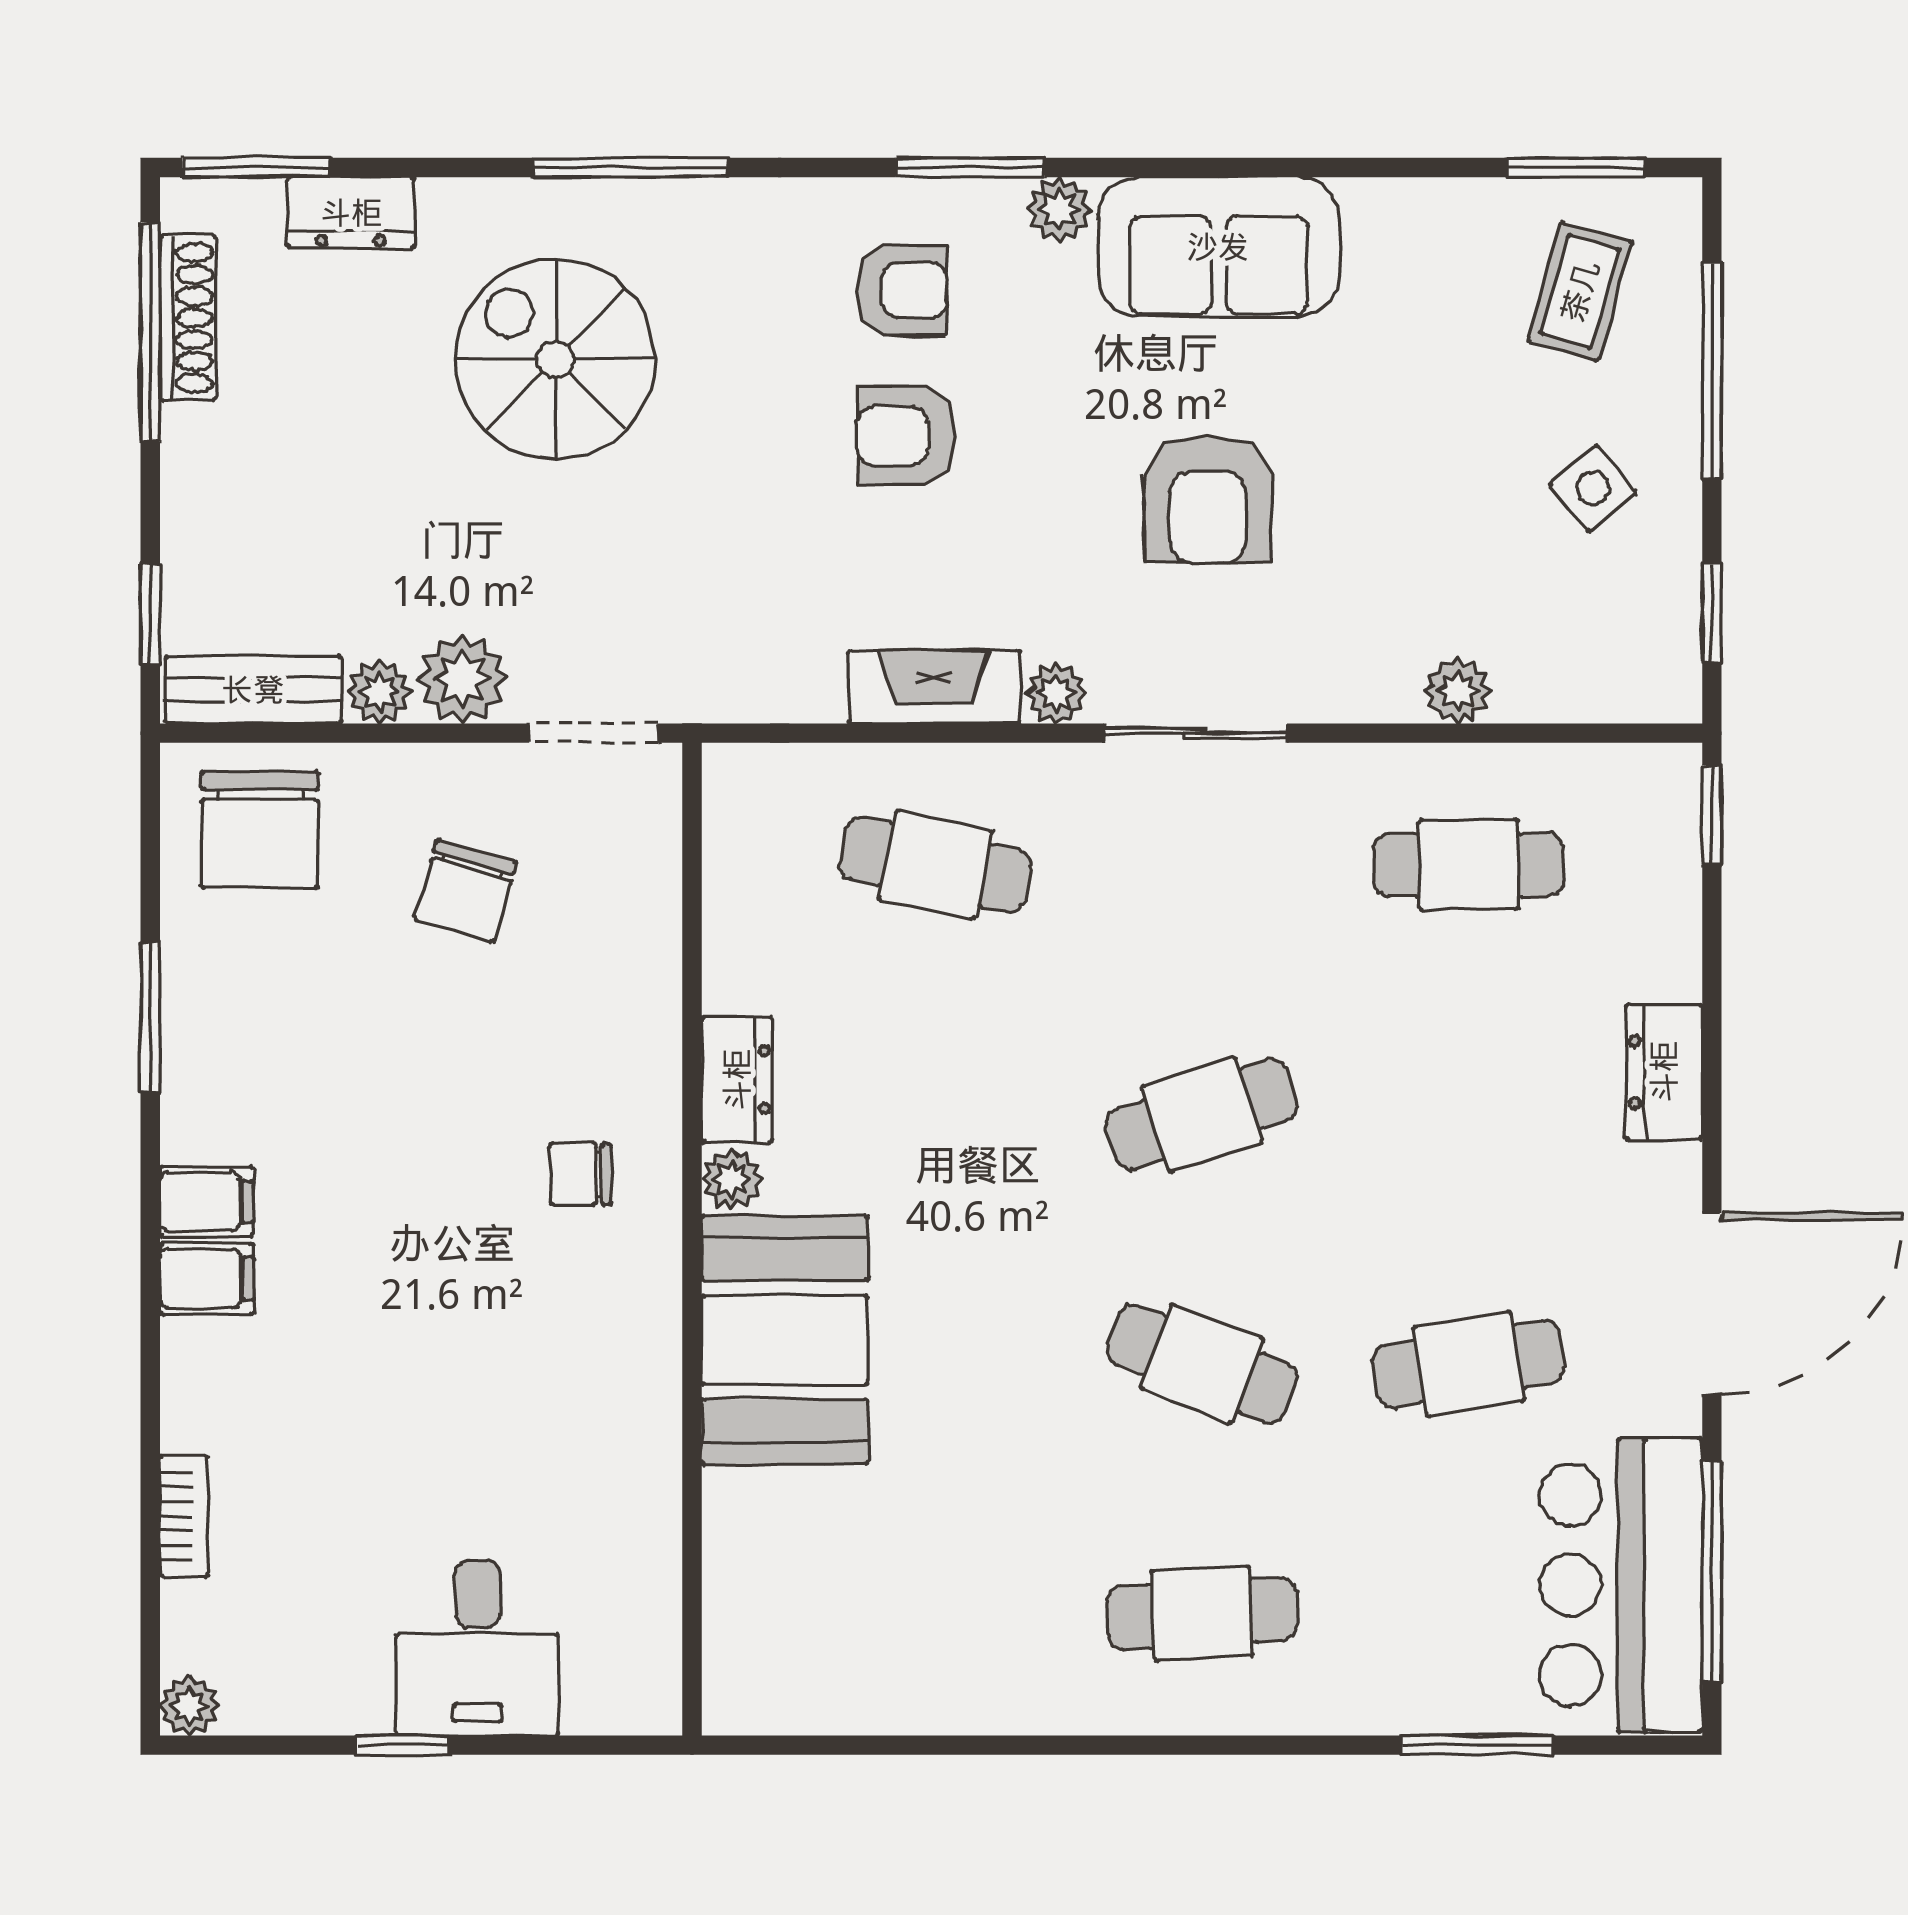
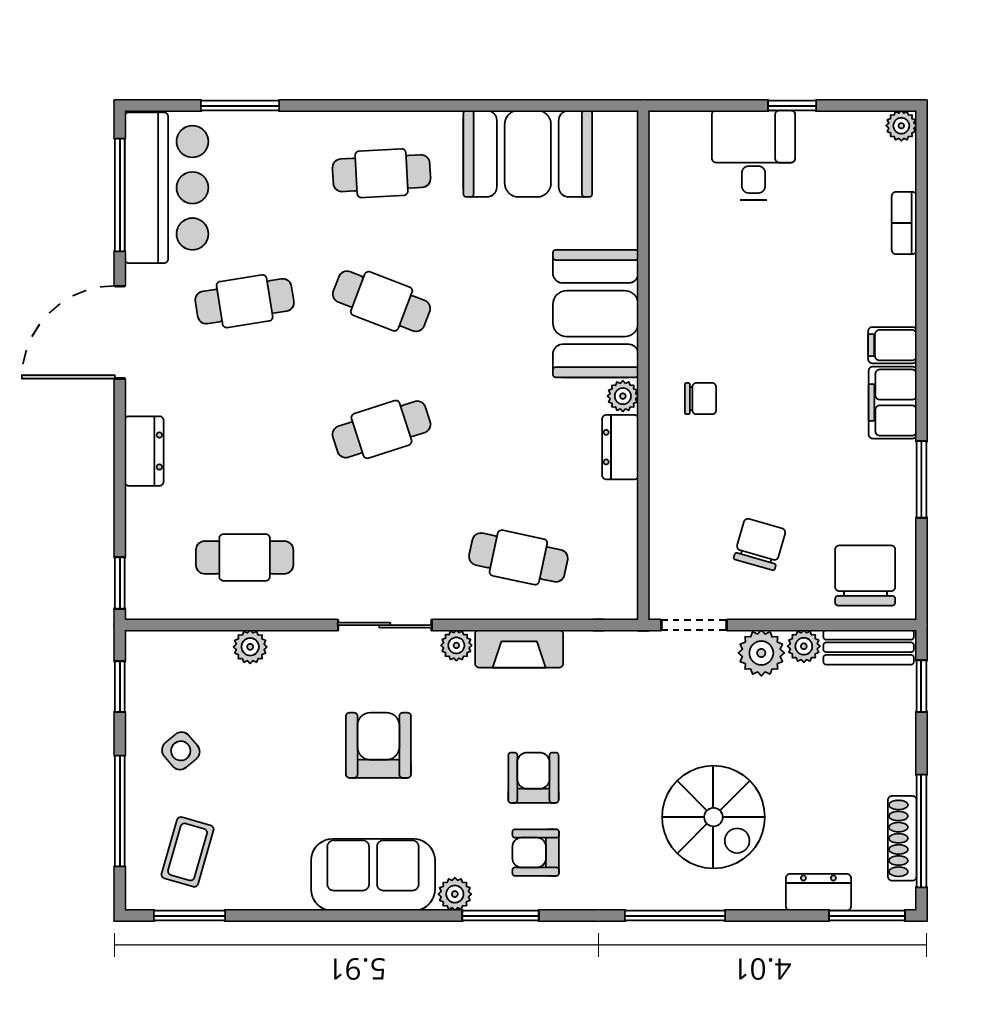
armchair: (906, 436) -> (533, 778), turned -90
filing cabinet: (206, 1202) -> (893, 403), width x2.00
booth: (917, 1651) -> (528, 154), added

